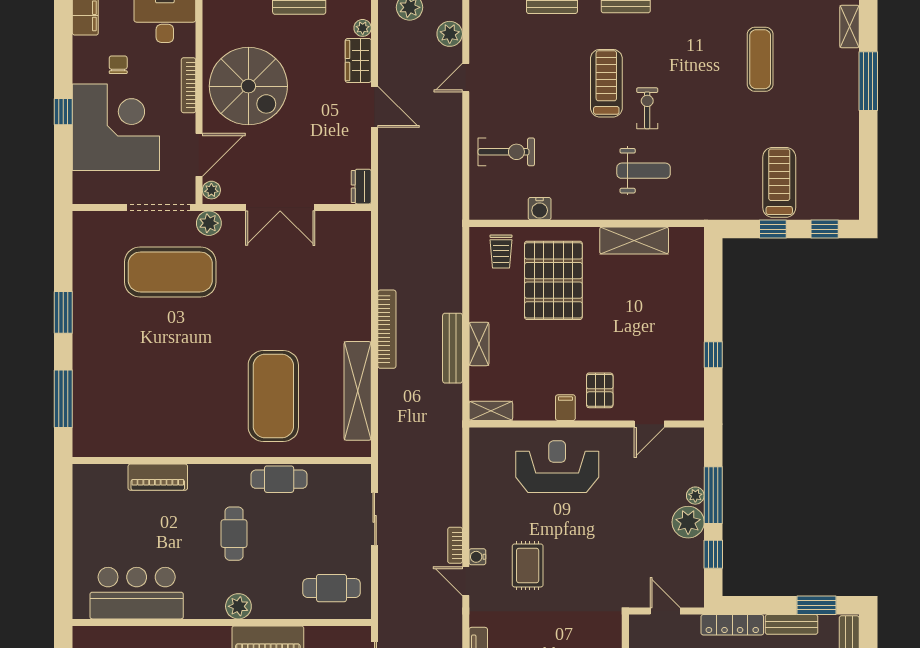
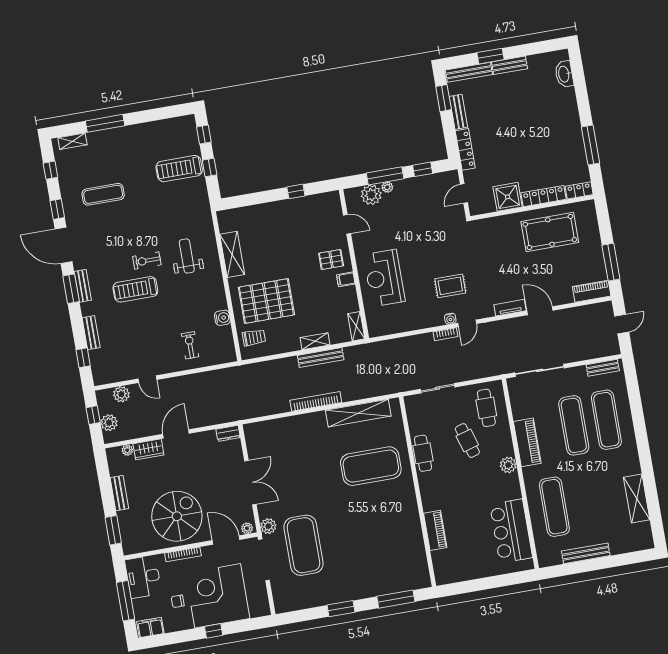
exercise bike: (506, 152) -> (190, 345), width x0.73, depth x0.72
plant: (688, 522) -> (371, 195), moved
cafe table: (234, 534) -> (467, 441), moved, turned 73

